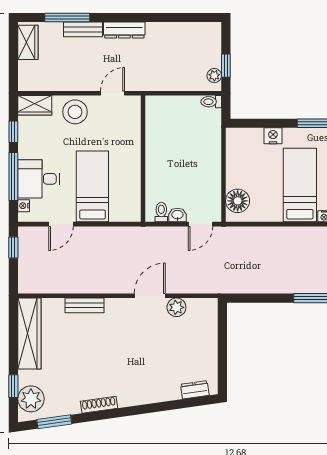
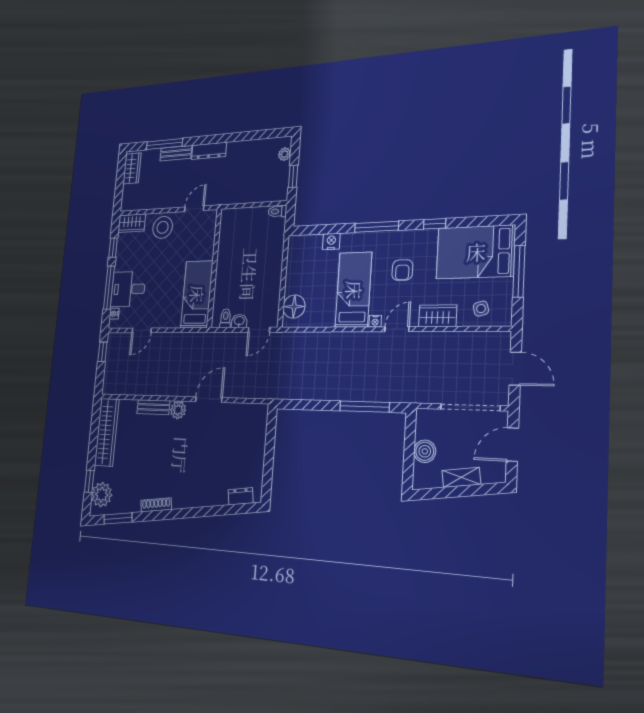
plant: (214, 76) -> (284, 154), moved
bed: (92, 186) -> (197, 294), moved
plant: (176, 307) -> (178, 410), moved

